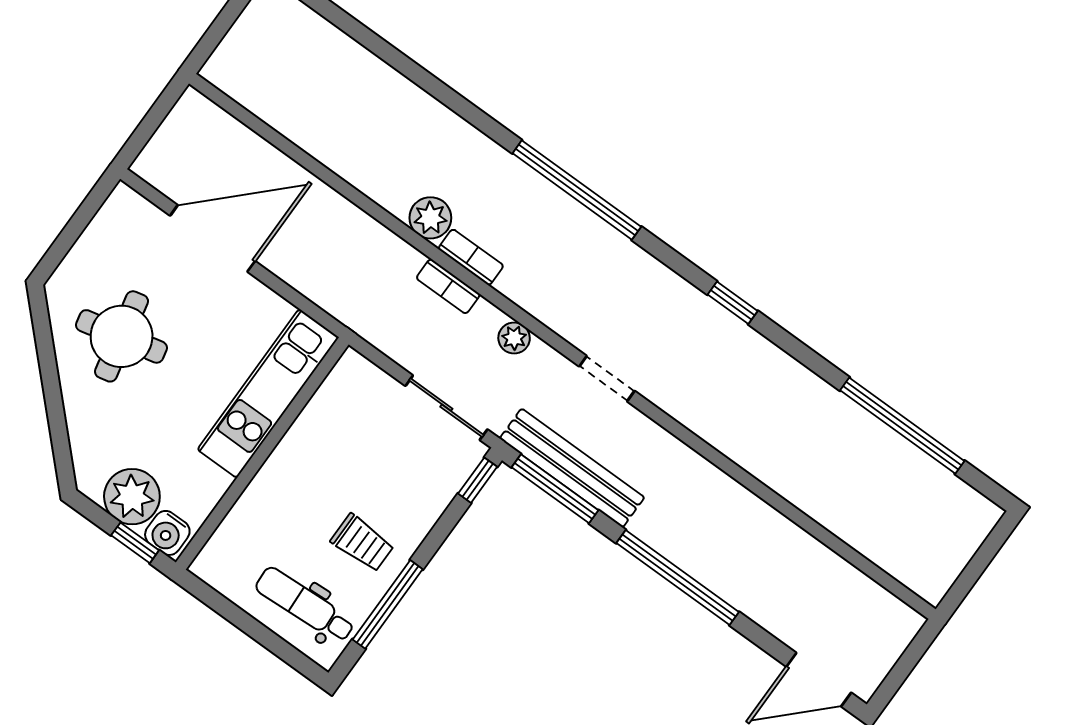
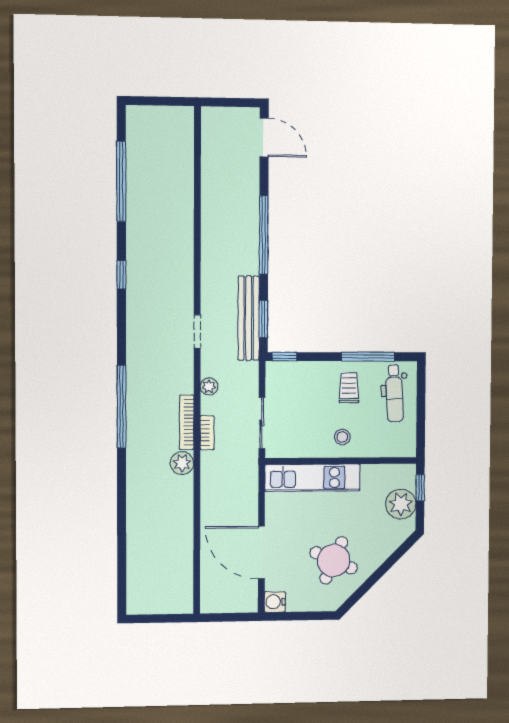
bookcase: (471, 257) -> (187, 422), width x1.56
window: (733, 303) -> (121, 275), moved
round table: (122, 336) -> (334, 560), turned 37
sliding door: (446, 408) -> (262, 423), moved
stool: (296, 481) -> (342, 437), added
window: (555, 489) -> (263, 319), width x0.69
water cooler: (167, 533) -> (275, 602), moved, turned 180

